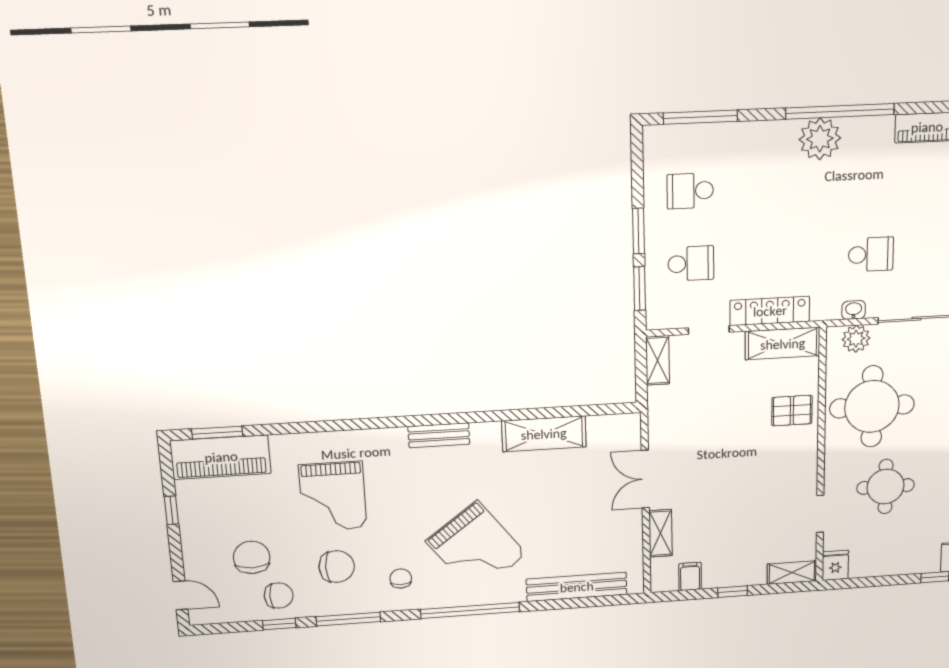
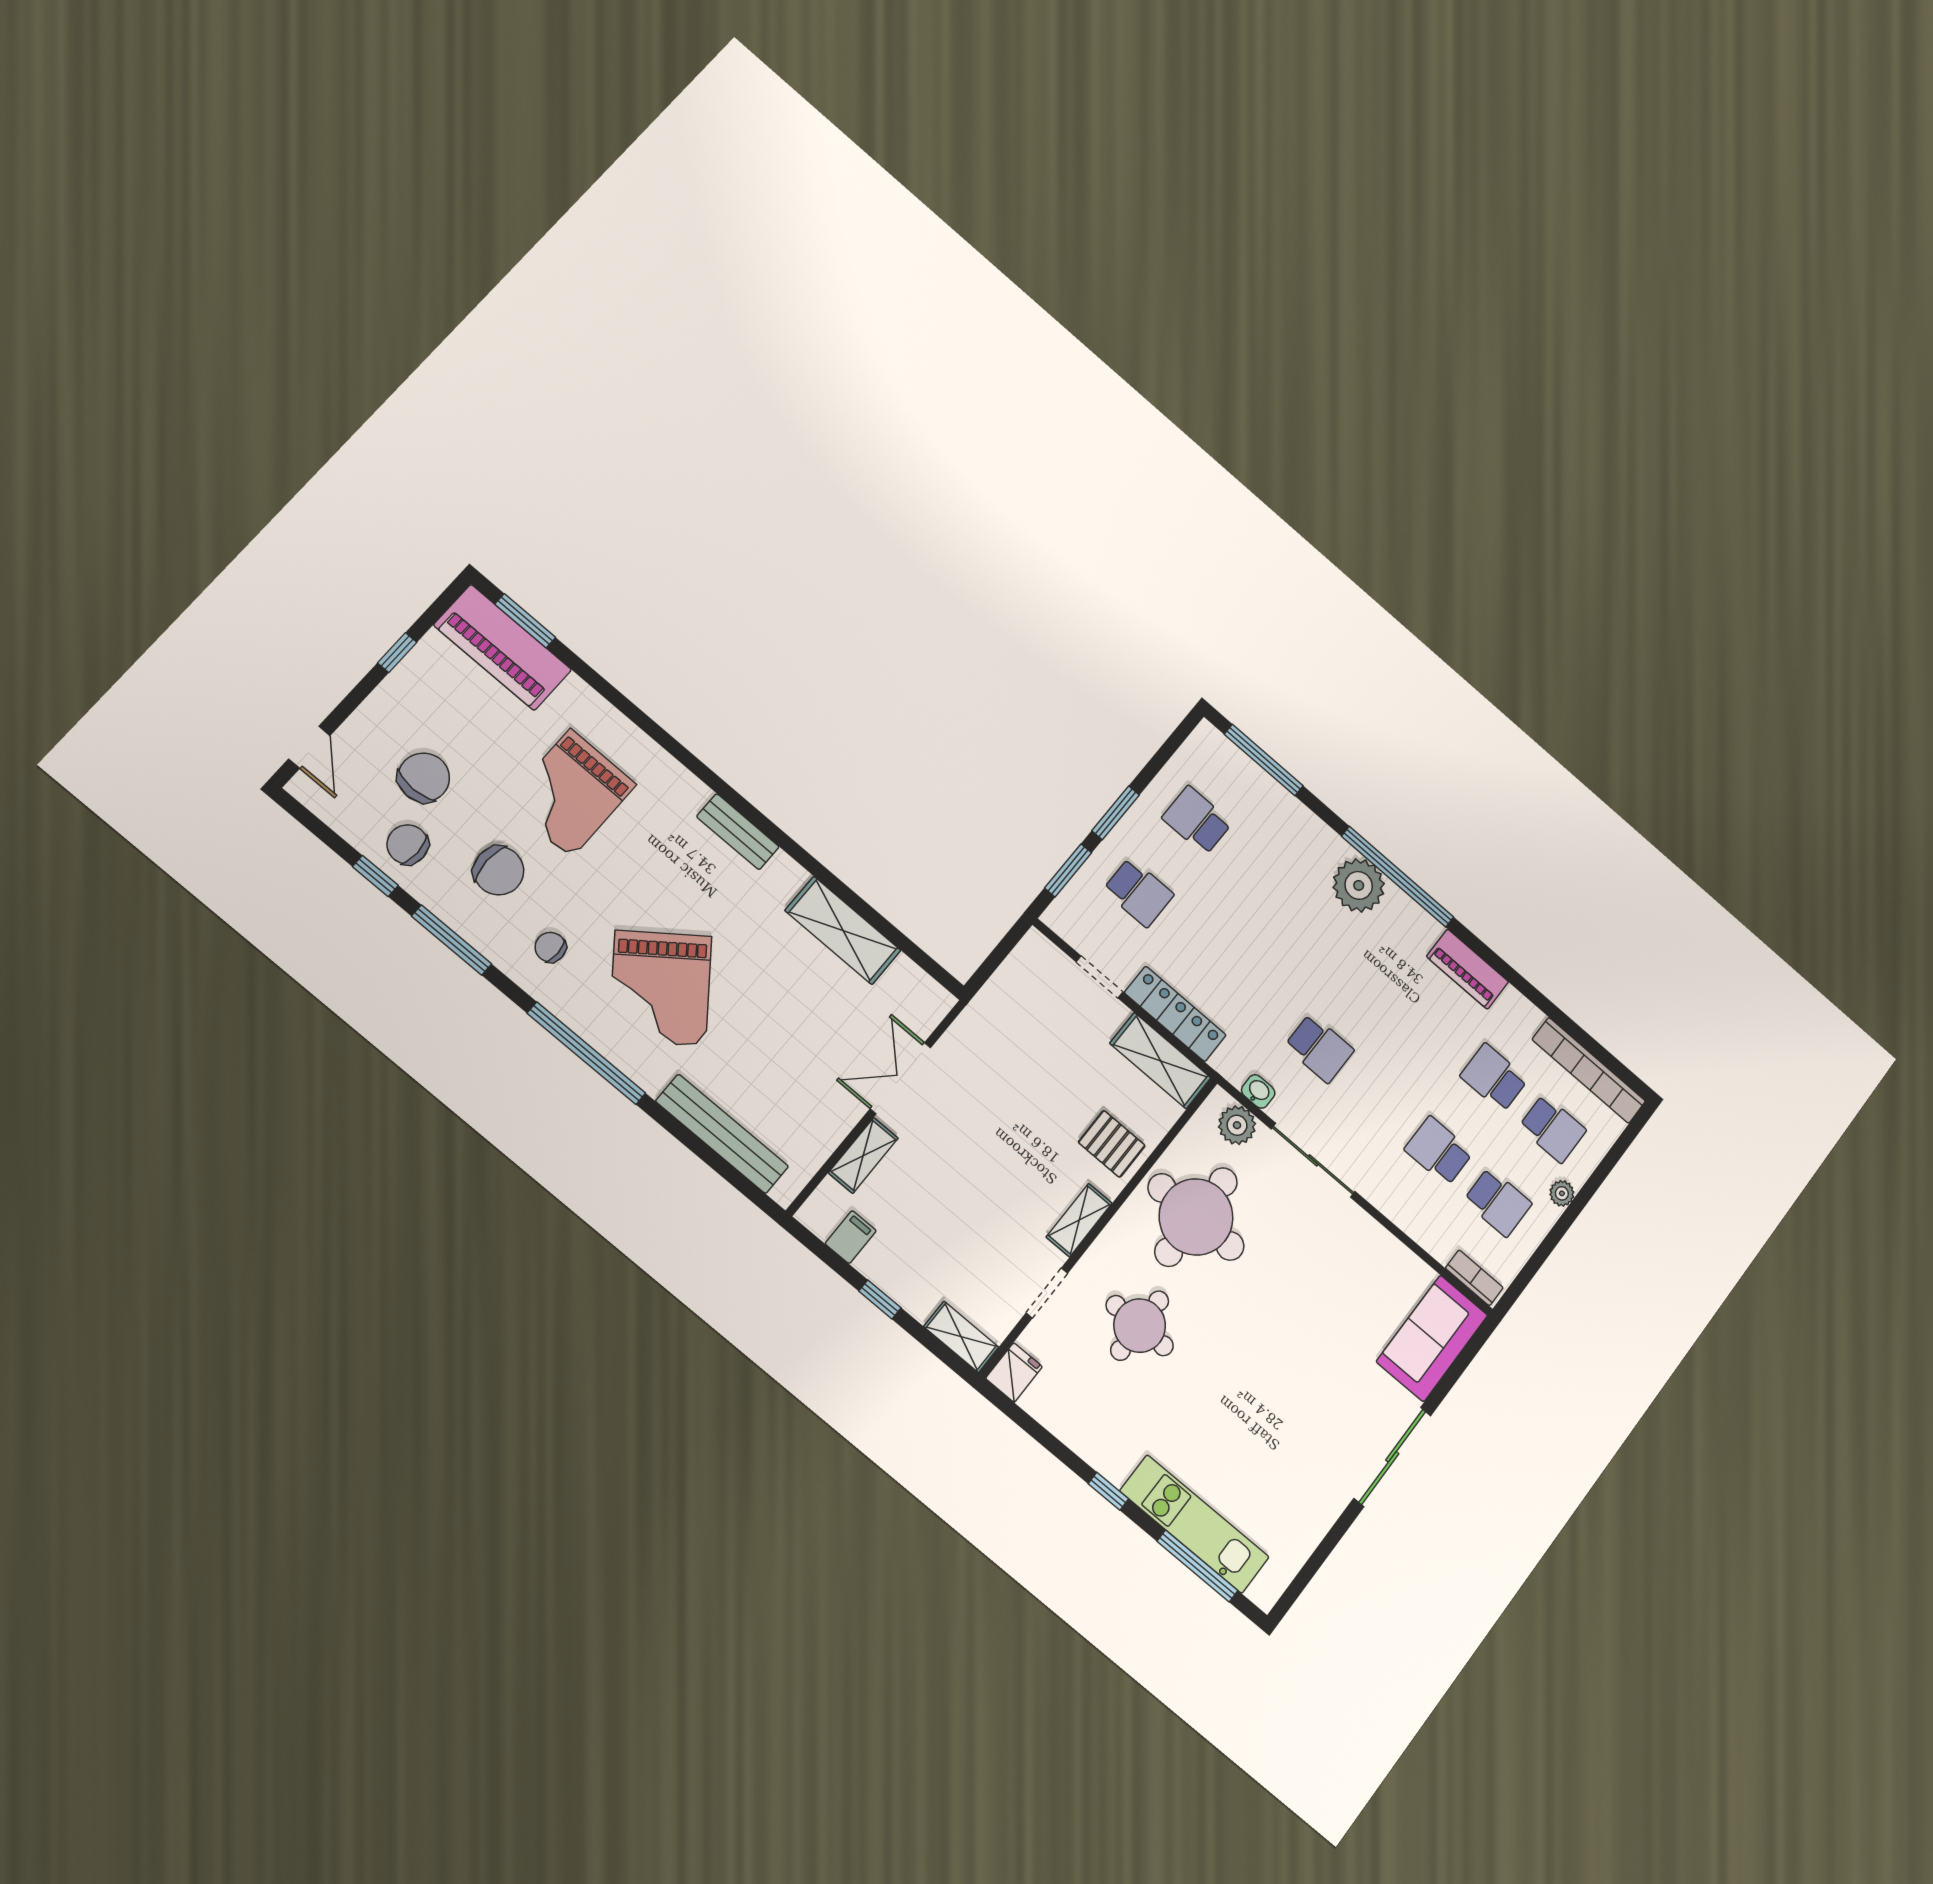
shelving: (658, 360) -> (1079, 1220), moved
chair: (401, 578) -> (550, 947), turned -90
chair: (279, 596) -> (408, 844), turned 180

